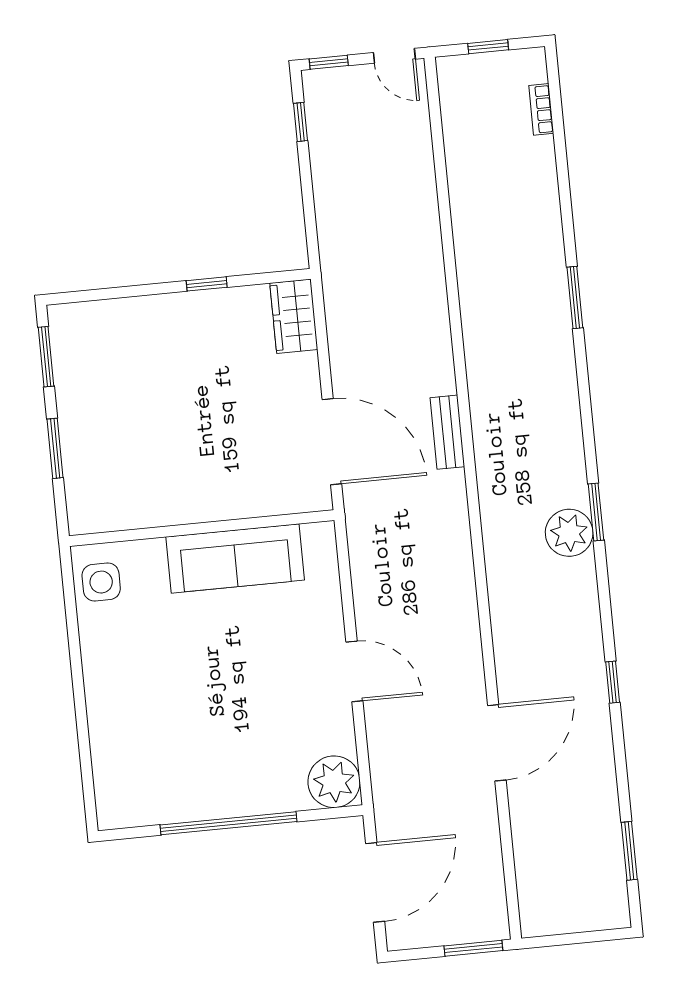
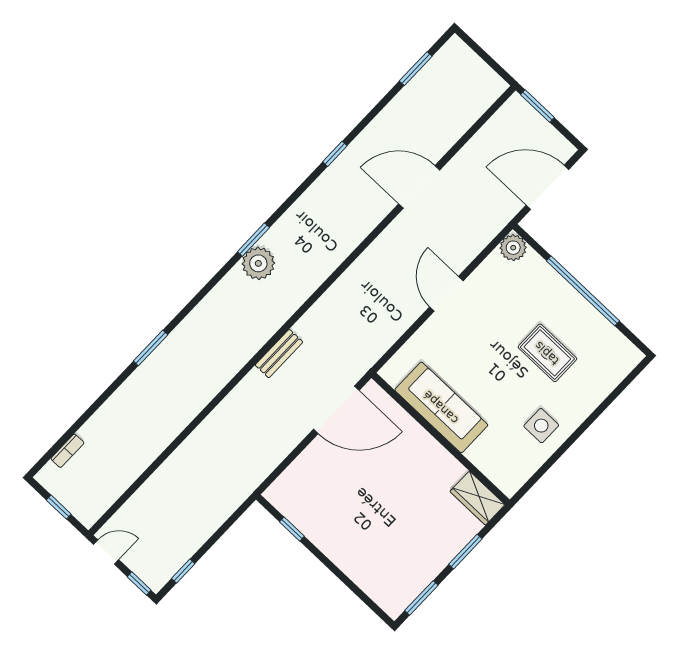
door: (394, 56) -> (106, 552), hinge flipped
window: (207, 284) -> (292, 529), moved
wardrobe: (294, 316) -> (477, 498), moved, turned 90
door: (332, 442) -> (336, 410), swing flipped
plant: (569, 533) -> (258, 263), moved
side table: (101, 582) -> (541, 426), moved
rug: (194, 726) -> (547, 353), added
plant: (334, 782) -> (513, 248), width x0.73, depth x0.73

